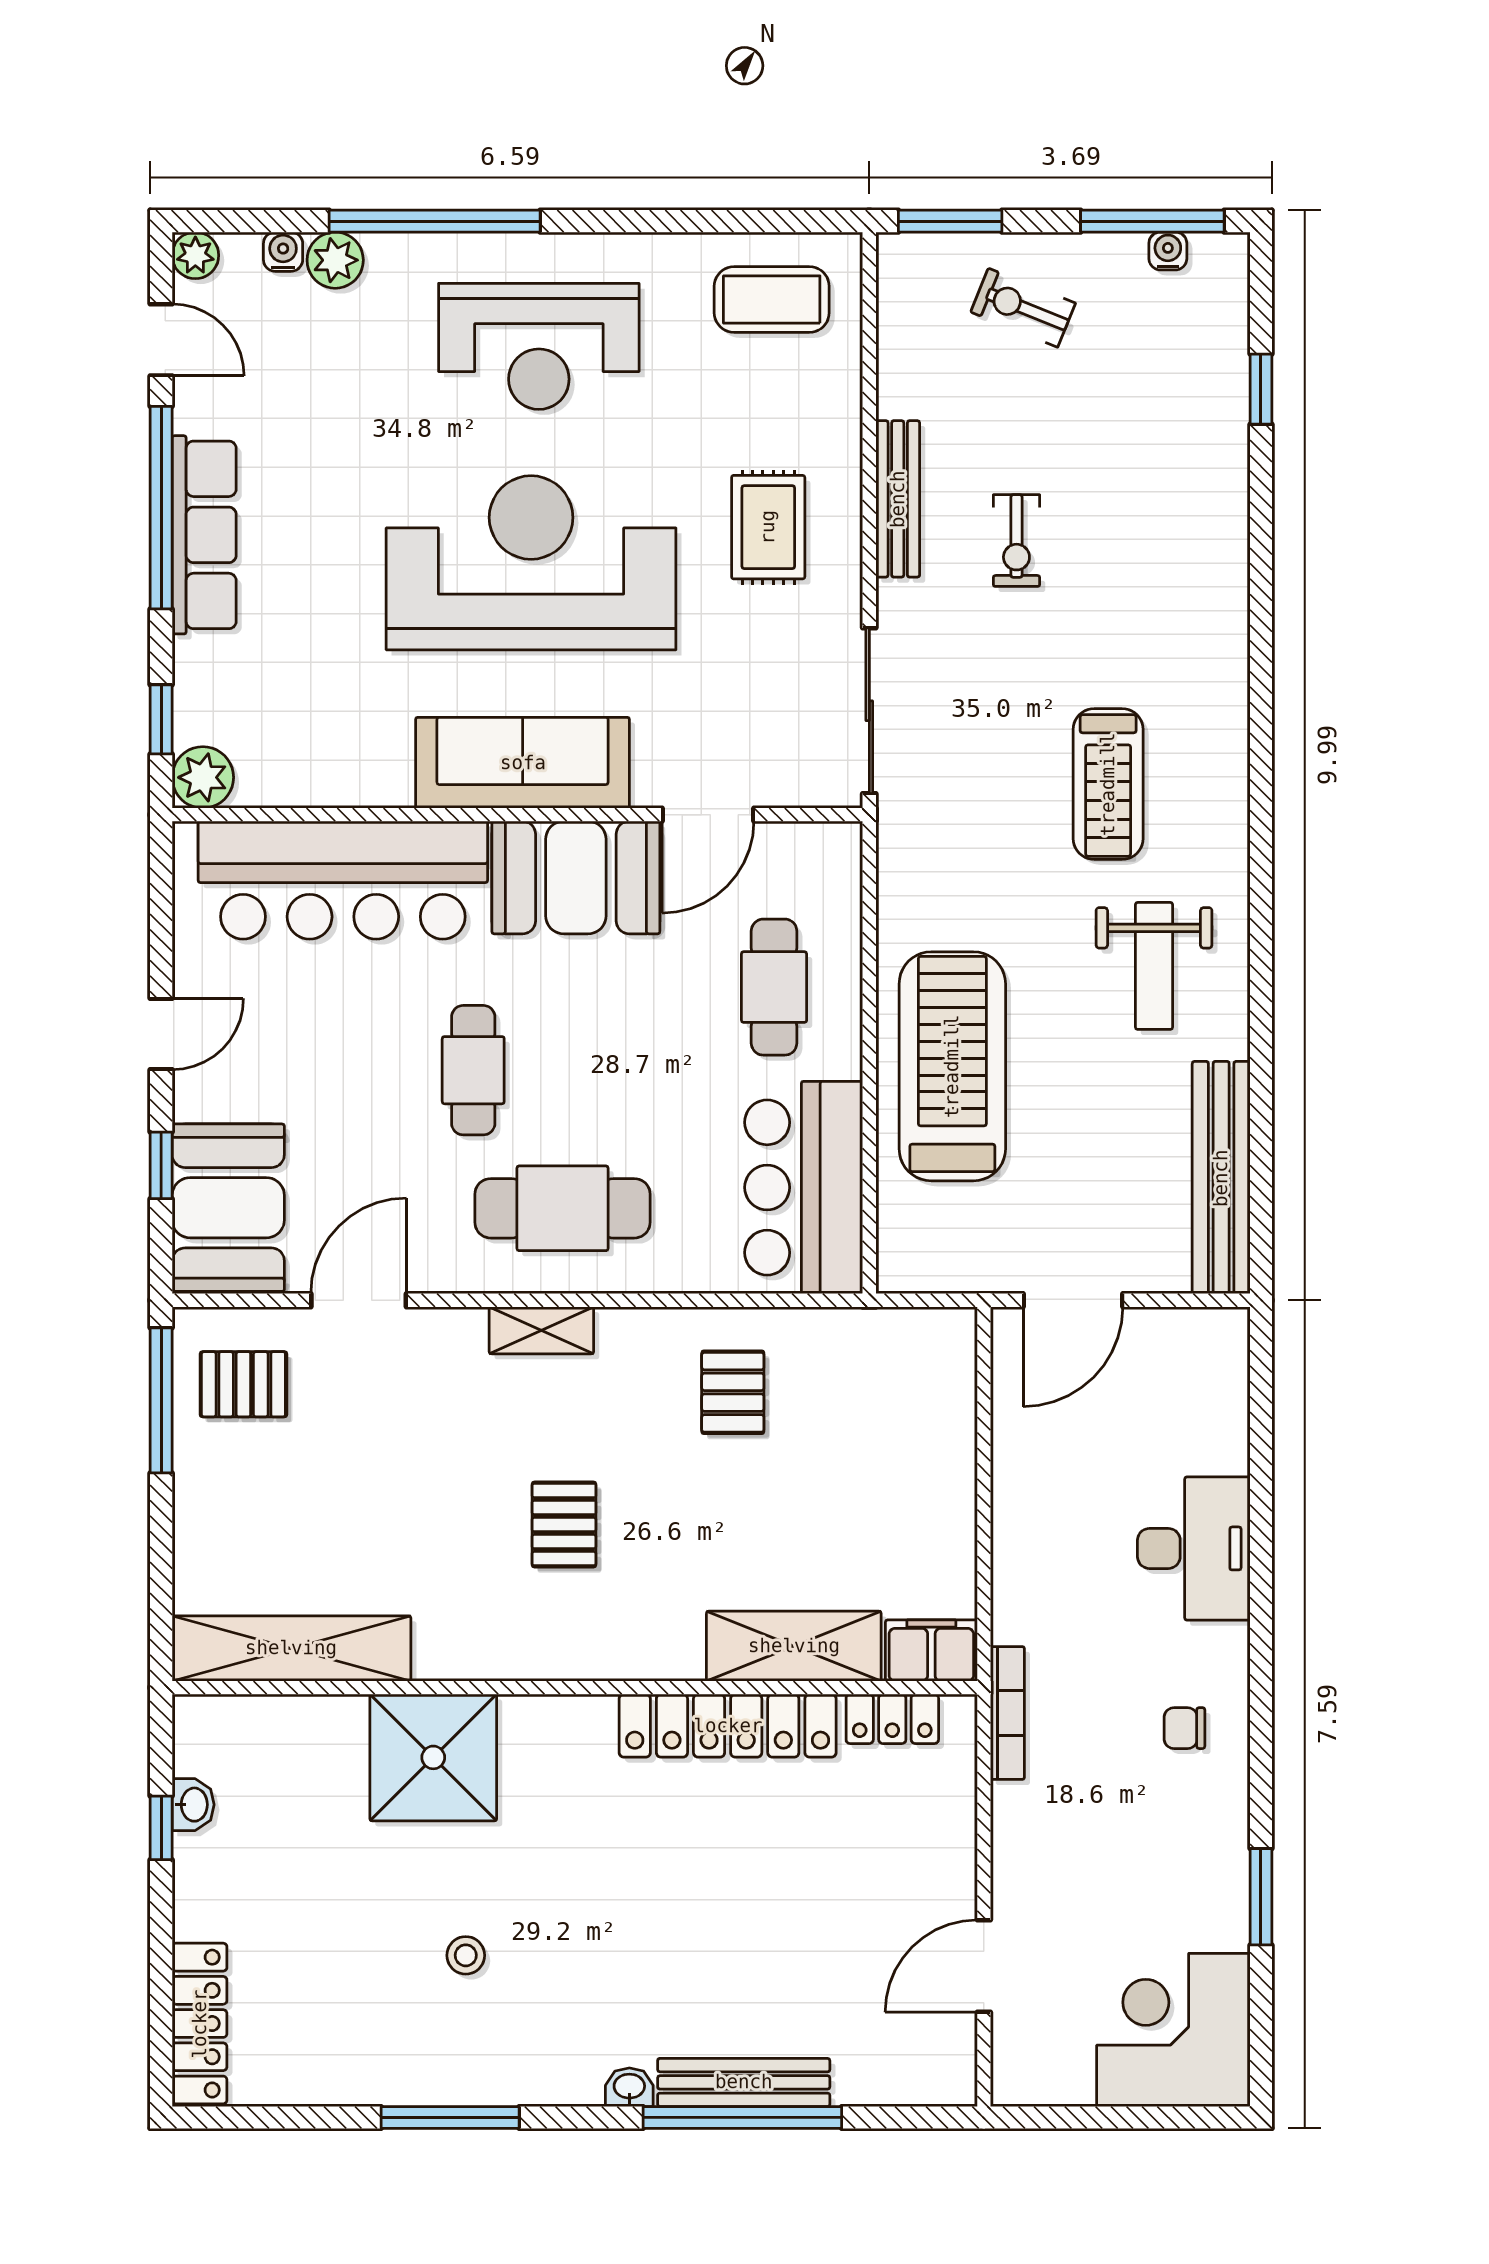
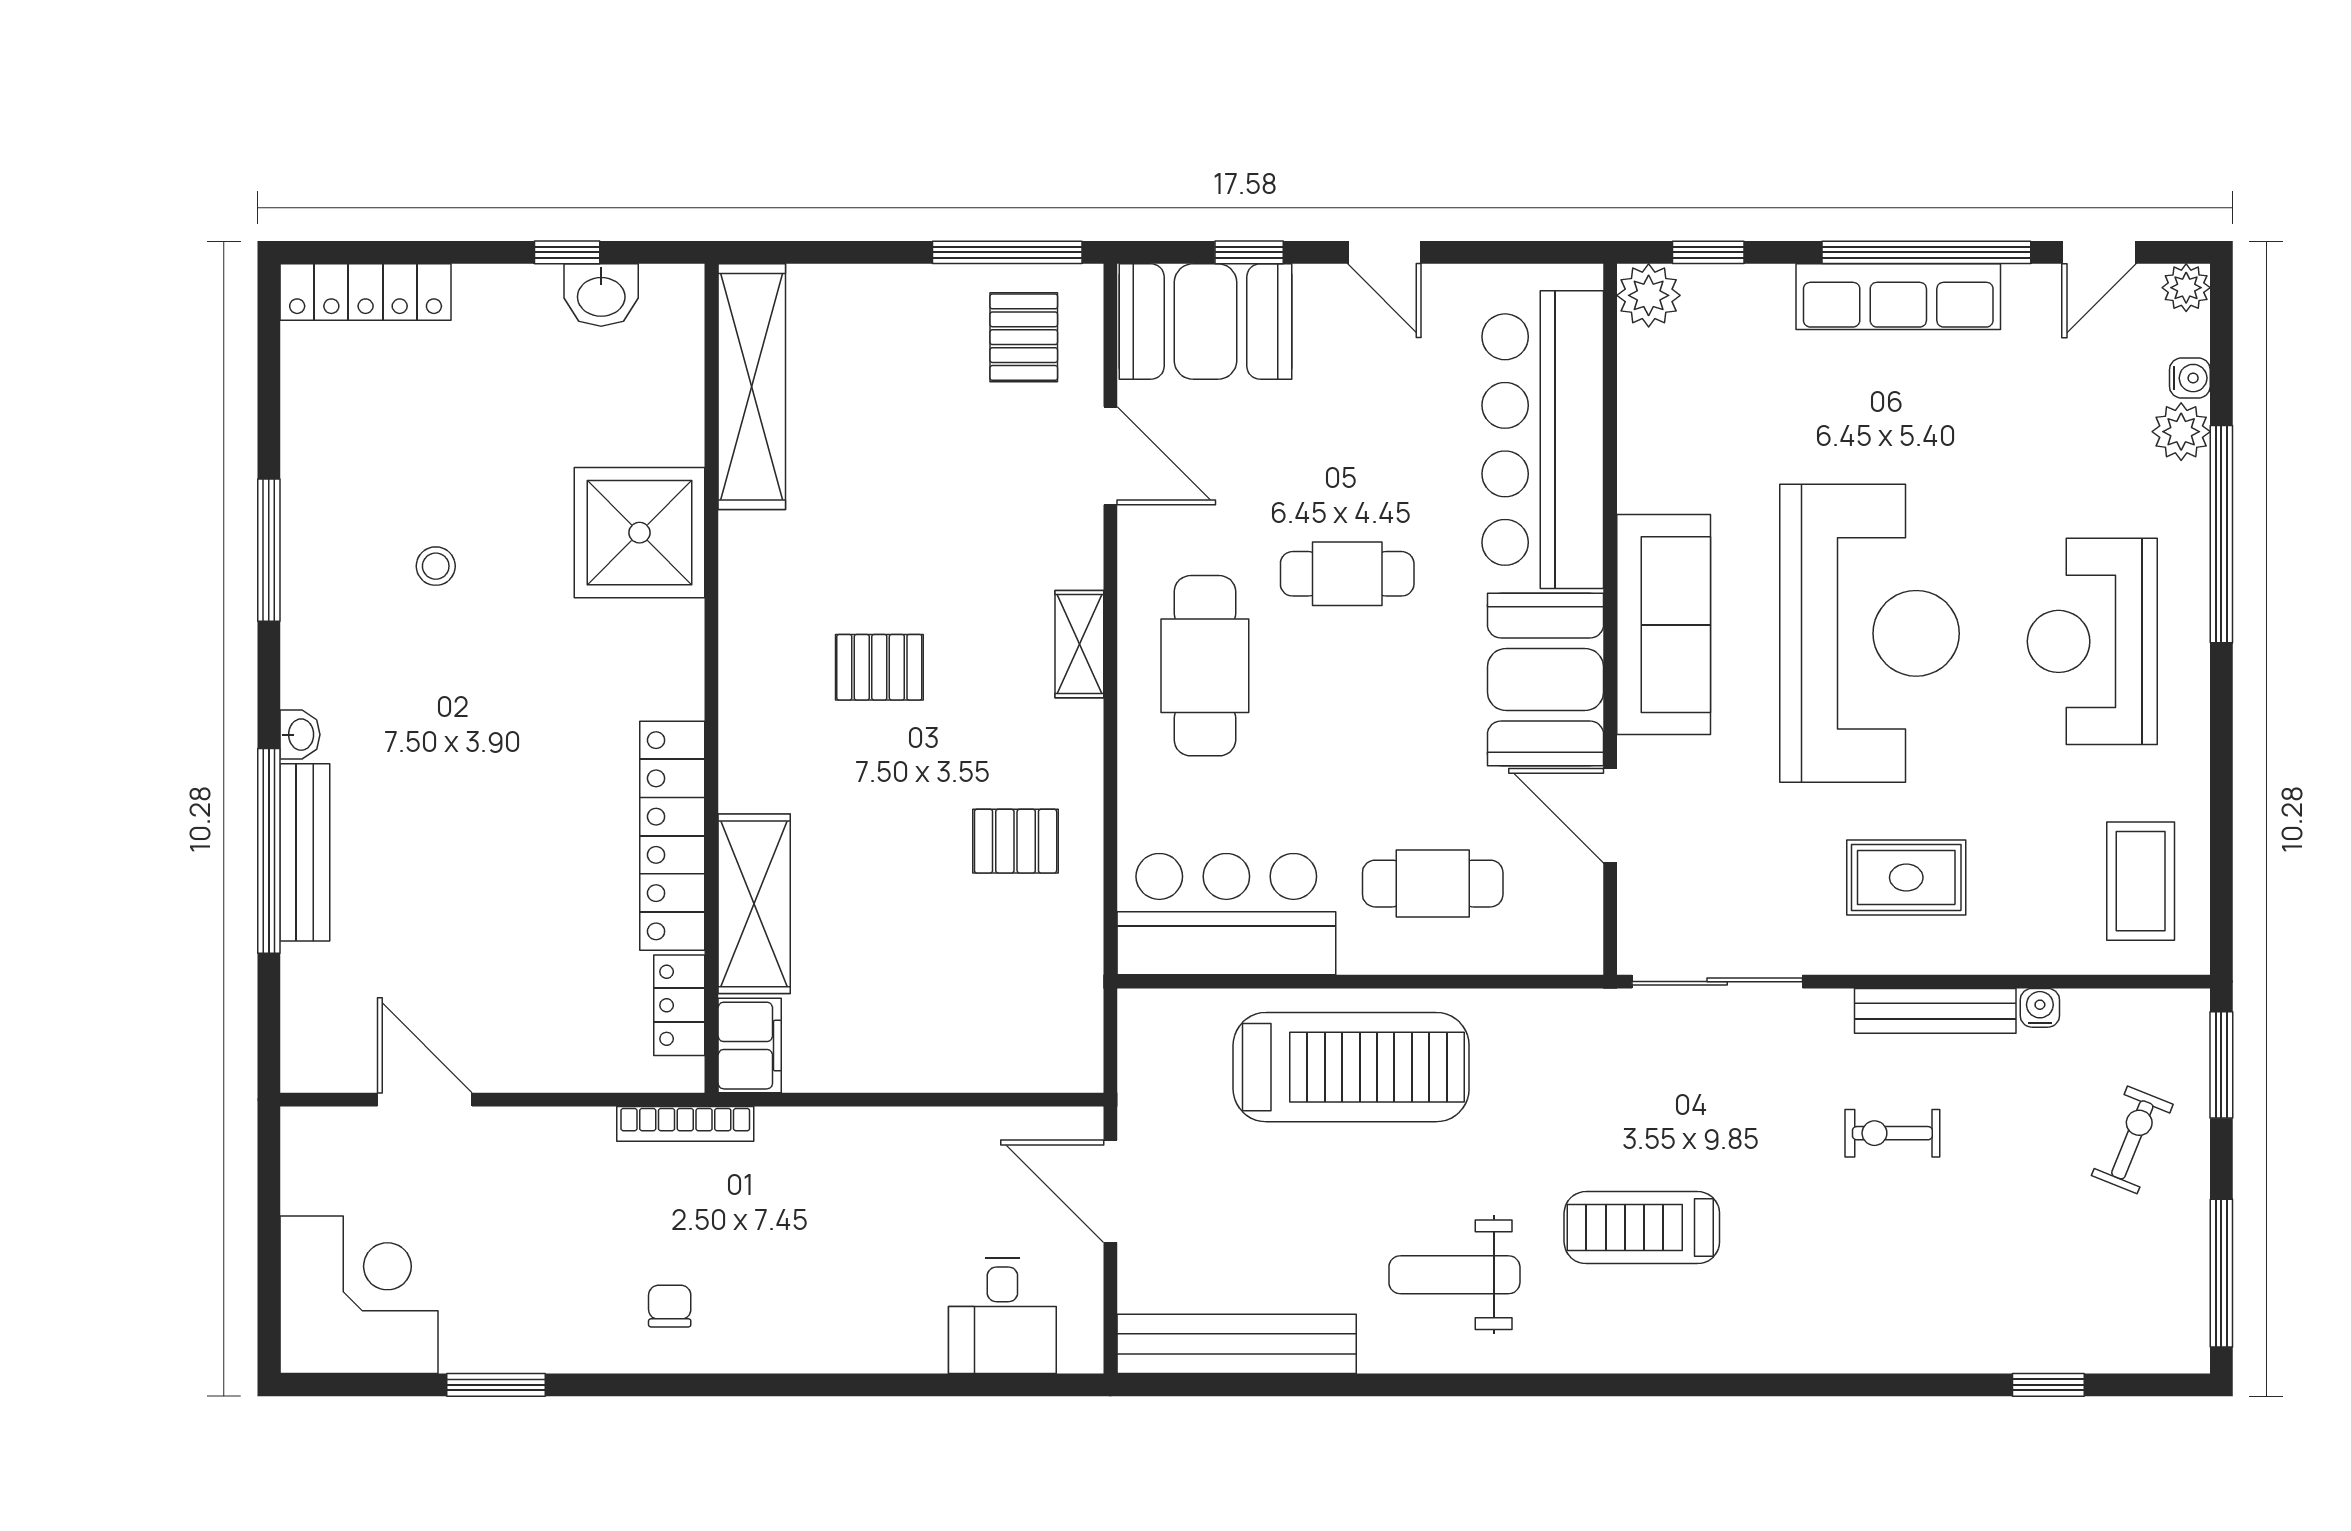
water cooler: (1168, 251) -> (2040, 1008), moved, turned -90
desk: (1194, 1548) -> (1002, 1316), moved, width x0.73
washbasin: (193, 1805) -> (601, 295), width x1.38, depth x1.45

